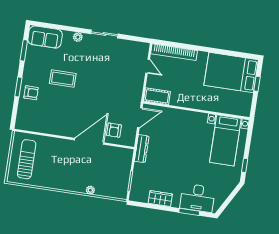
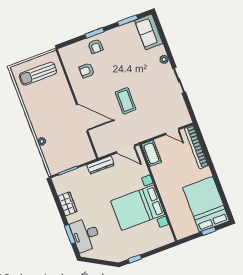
door: (148, 66) -> (172, 131), hinge flipped
coffee table: (63, 79) -> (126, 101), moved
armchair: (114, 130) -> (87, 71), moved
bed with nightstands: (225, 140) -> (138, 208), moved, width x1.36
sun lounger: (27, 159) -> (38, 74), turned 180

